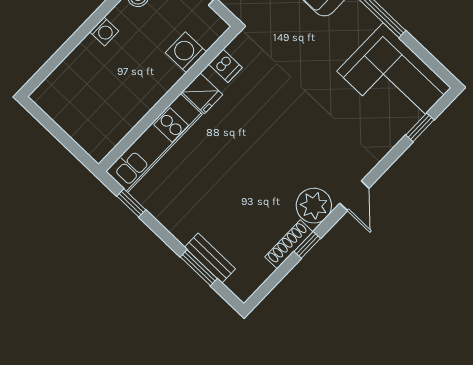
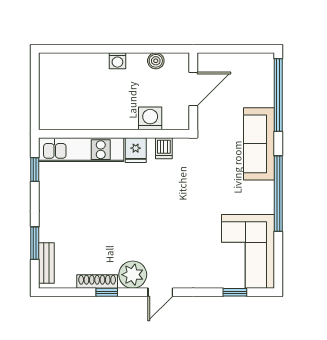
bench: (210, 258) -> (46, 263), moved

